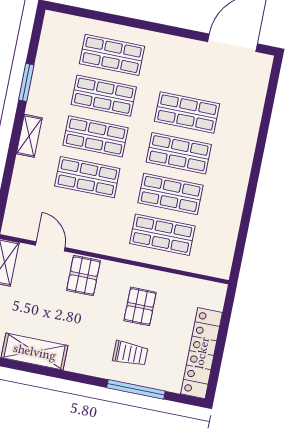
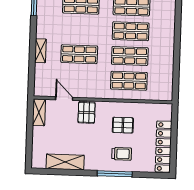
shelving: (29, 136) -> (40, 51), moved
shop shelf: (96, 136) -> (80, 29), removed
pallet: (140, 306) -> (123, 125), turned 90
window: (136, 389) -> (115, 174), moved

